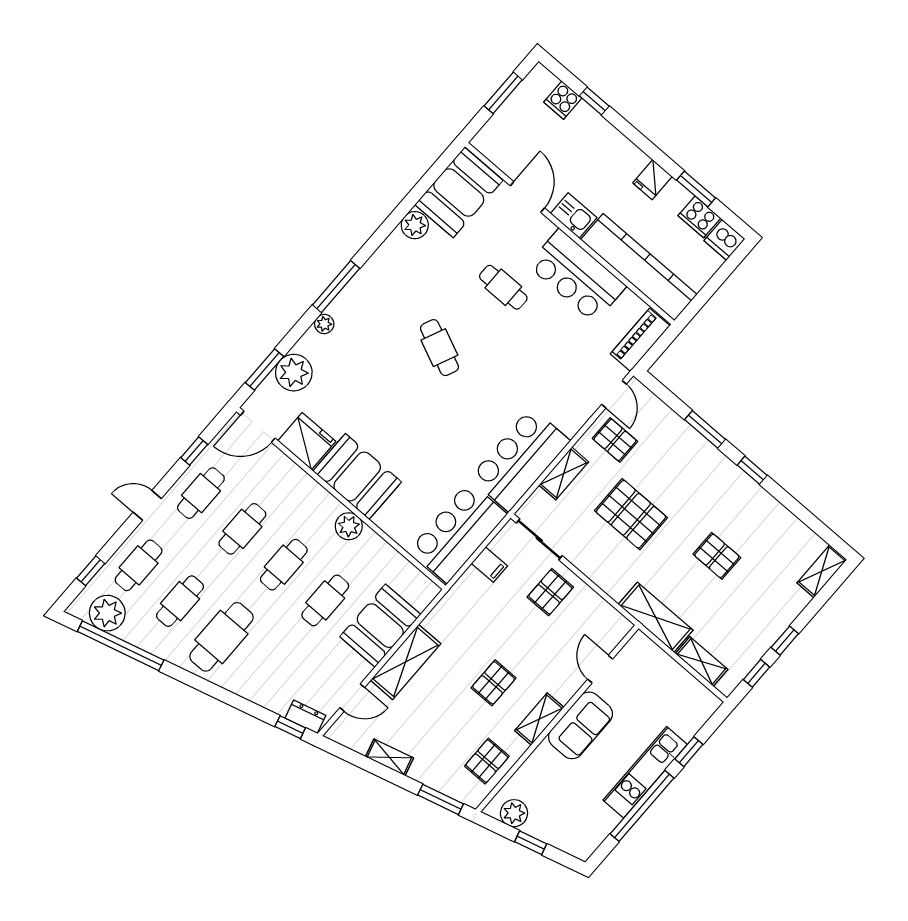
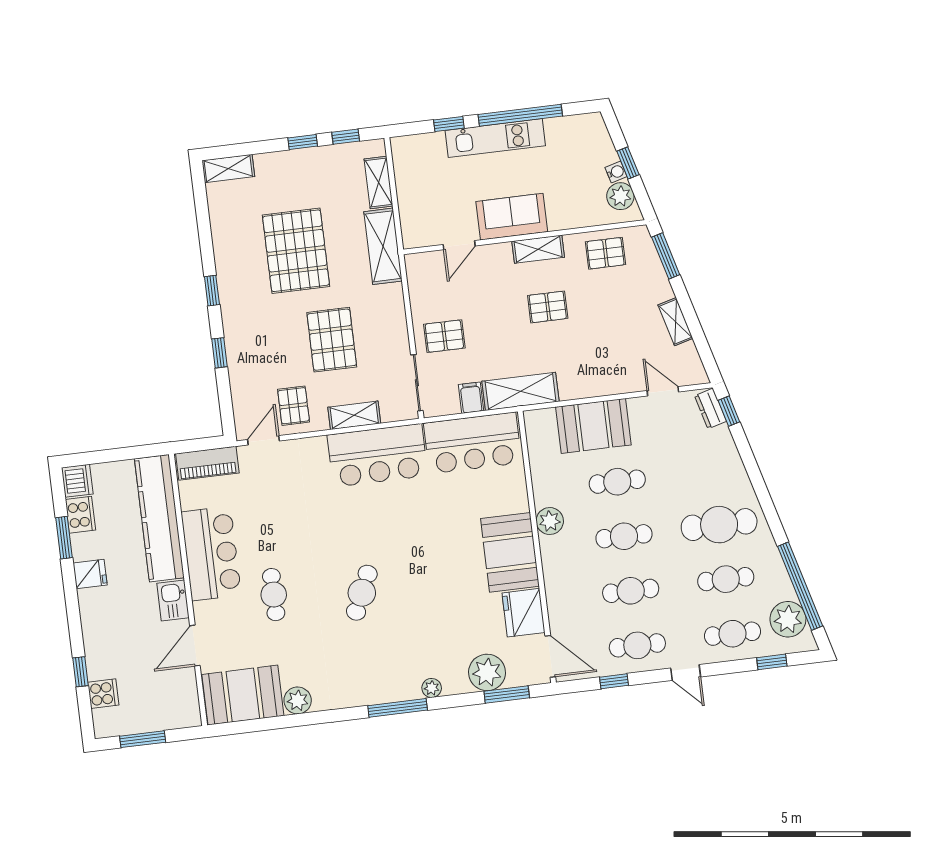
window: (705, 429) -> (220, 353), width x0.67
pallet: (717, 556) -> (296, 251), width x2.05, depth x2.00
shelving: (406, 662) -> (521, 391), moved
water cooler: (533, 828) -> (616, 172), added

